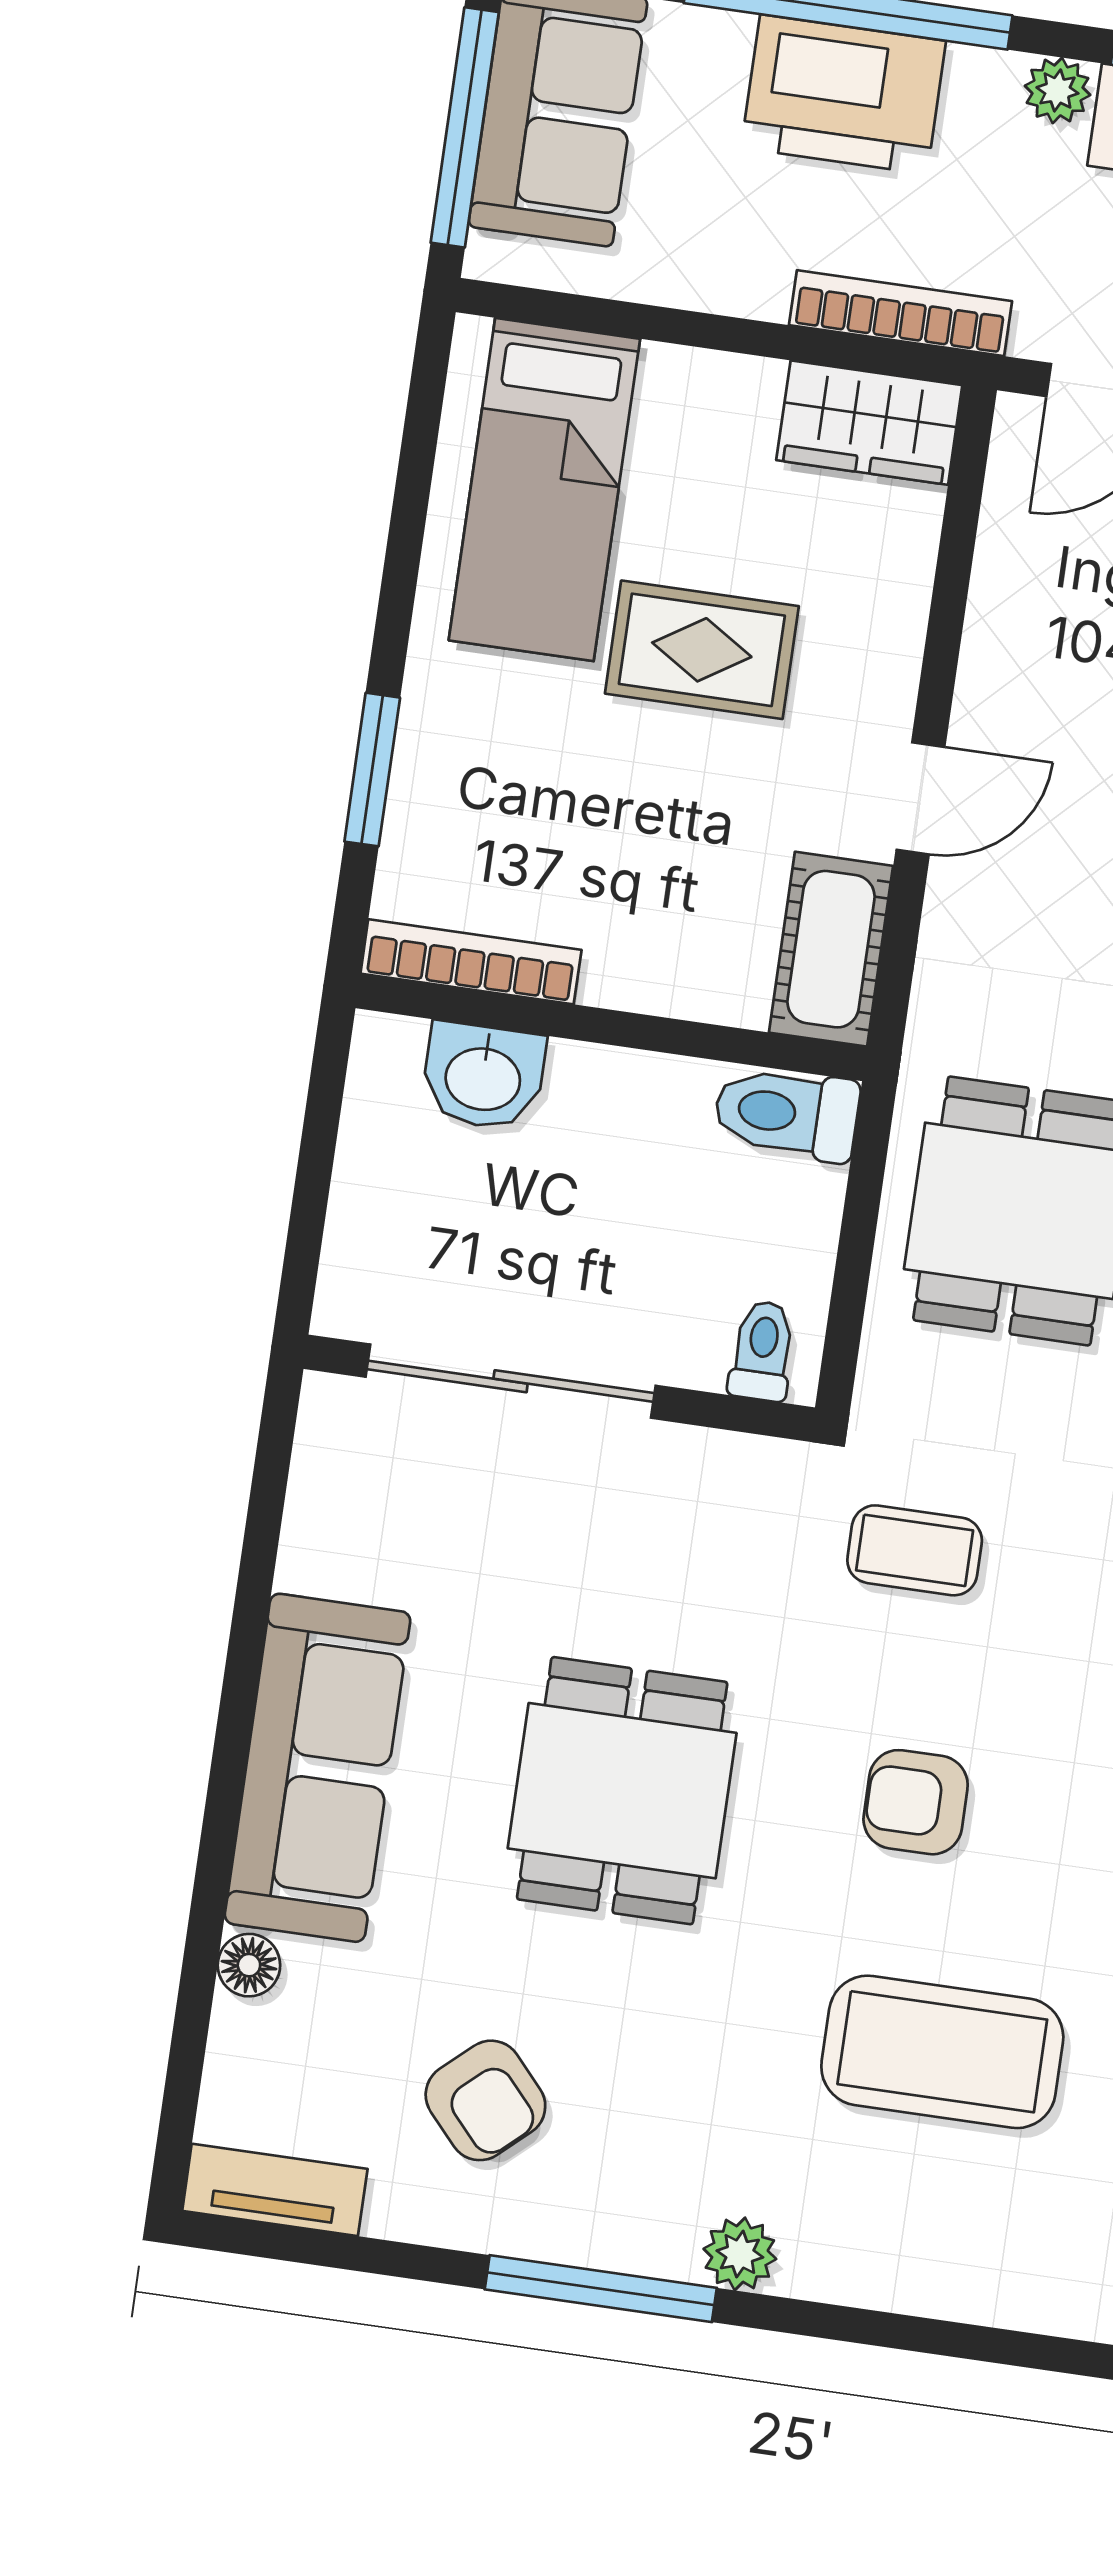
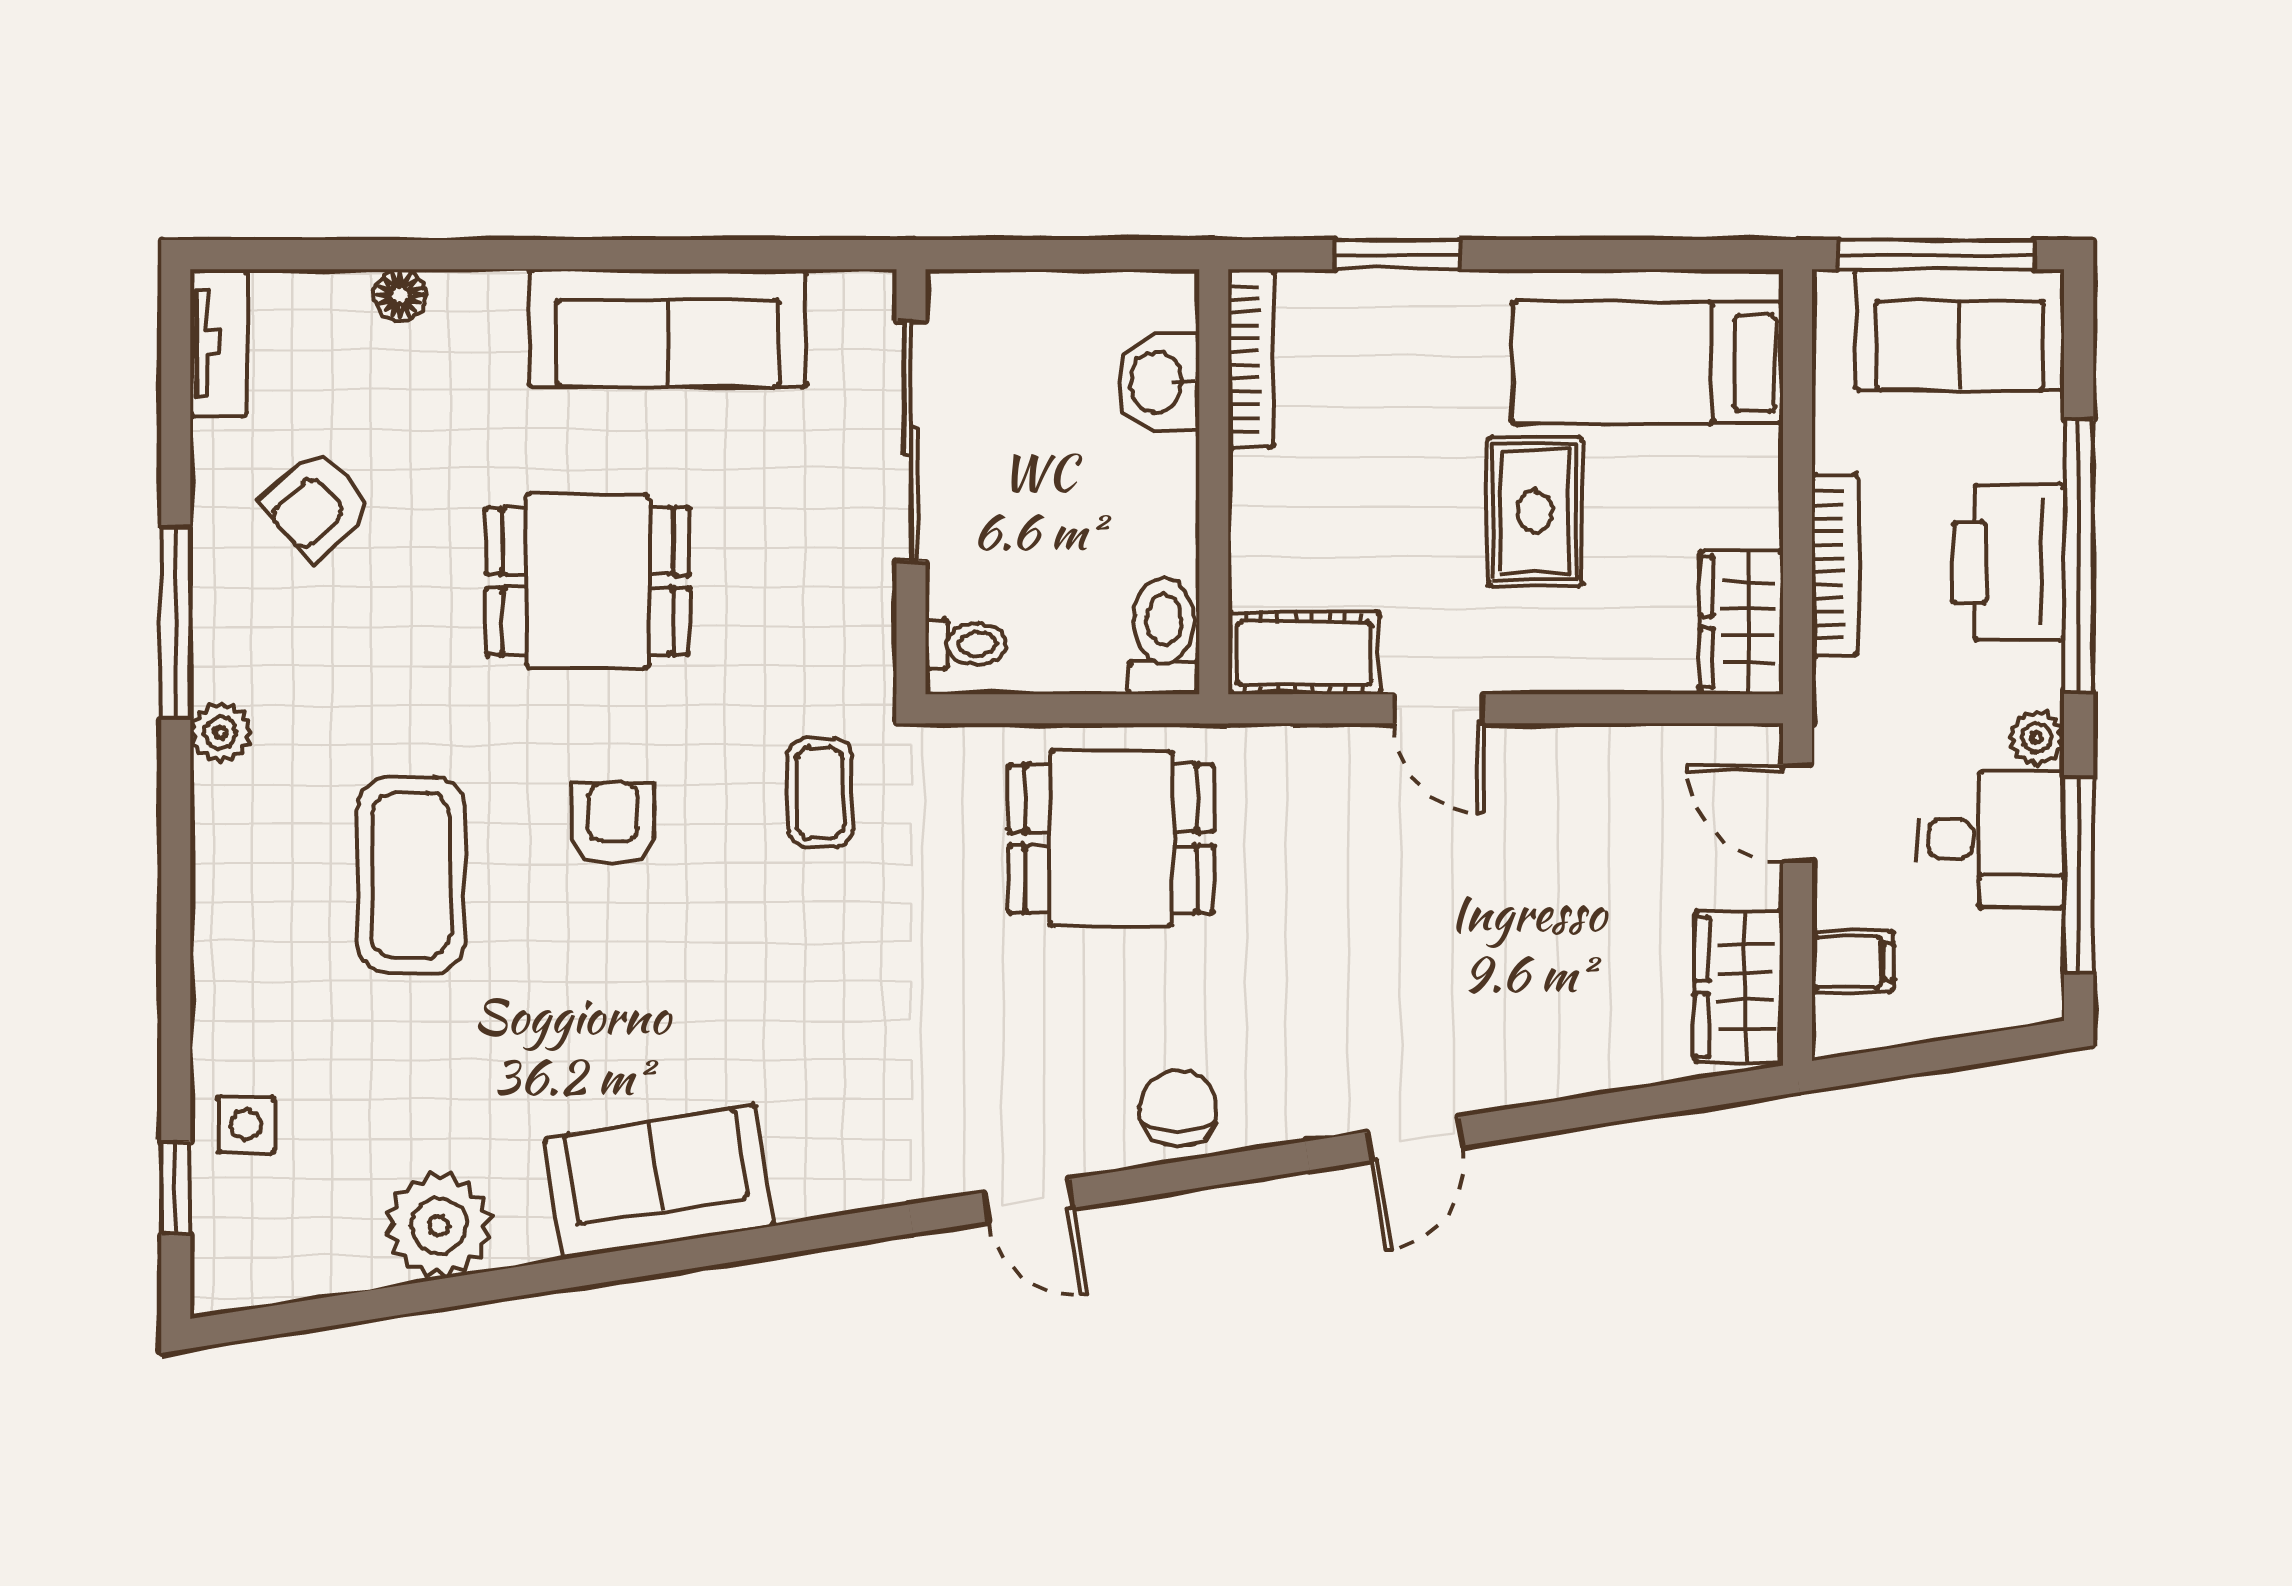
bookcase: (901, 313) -> (1835, 565), moved
sofa: (318, 1768) -> (668, 328), moved

